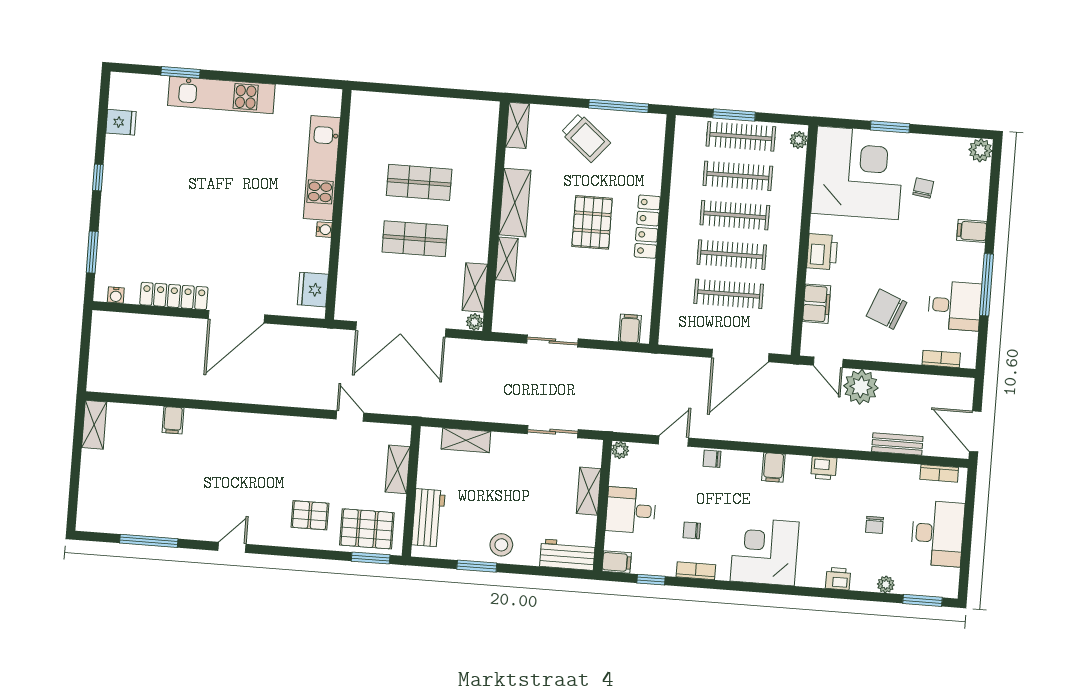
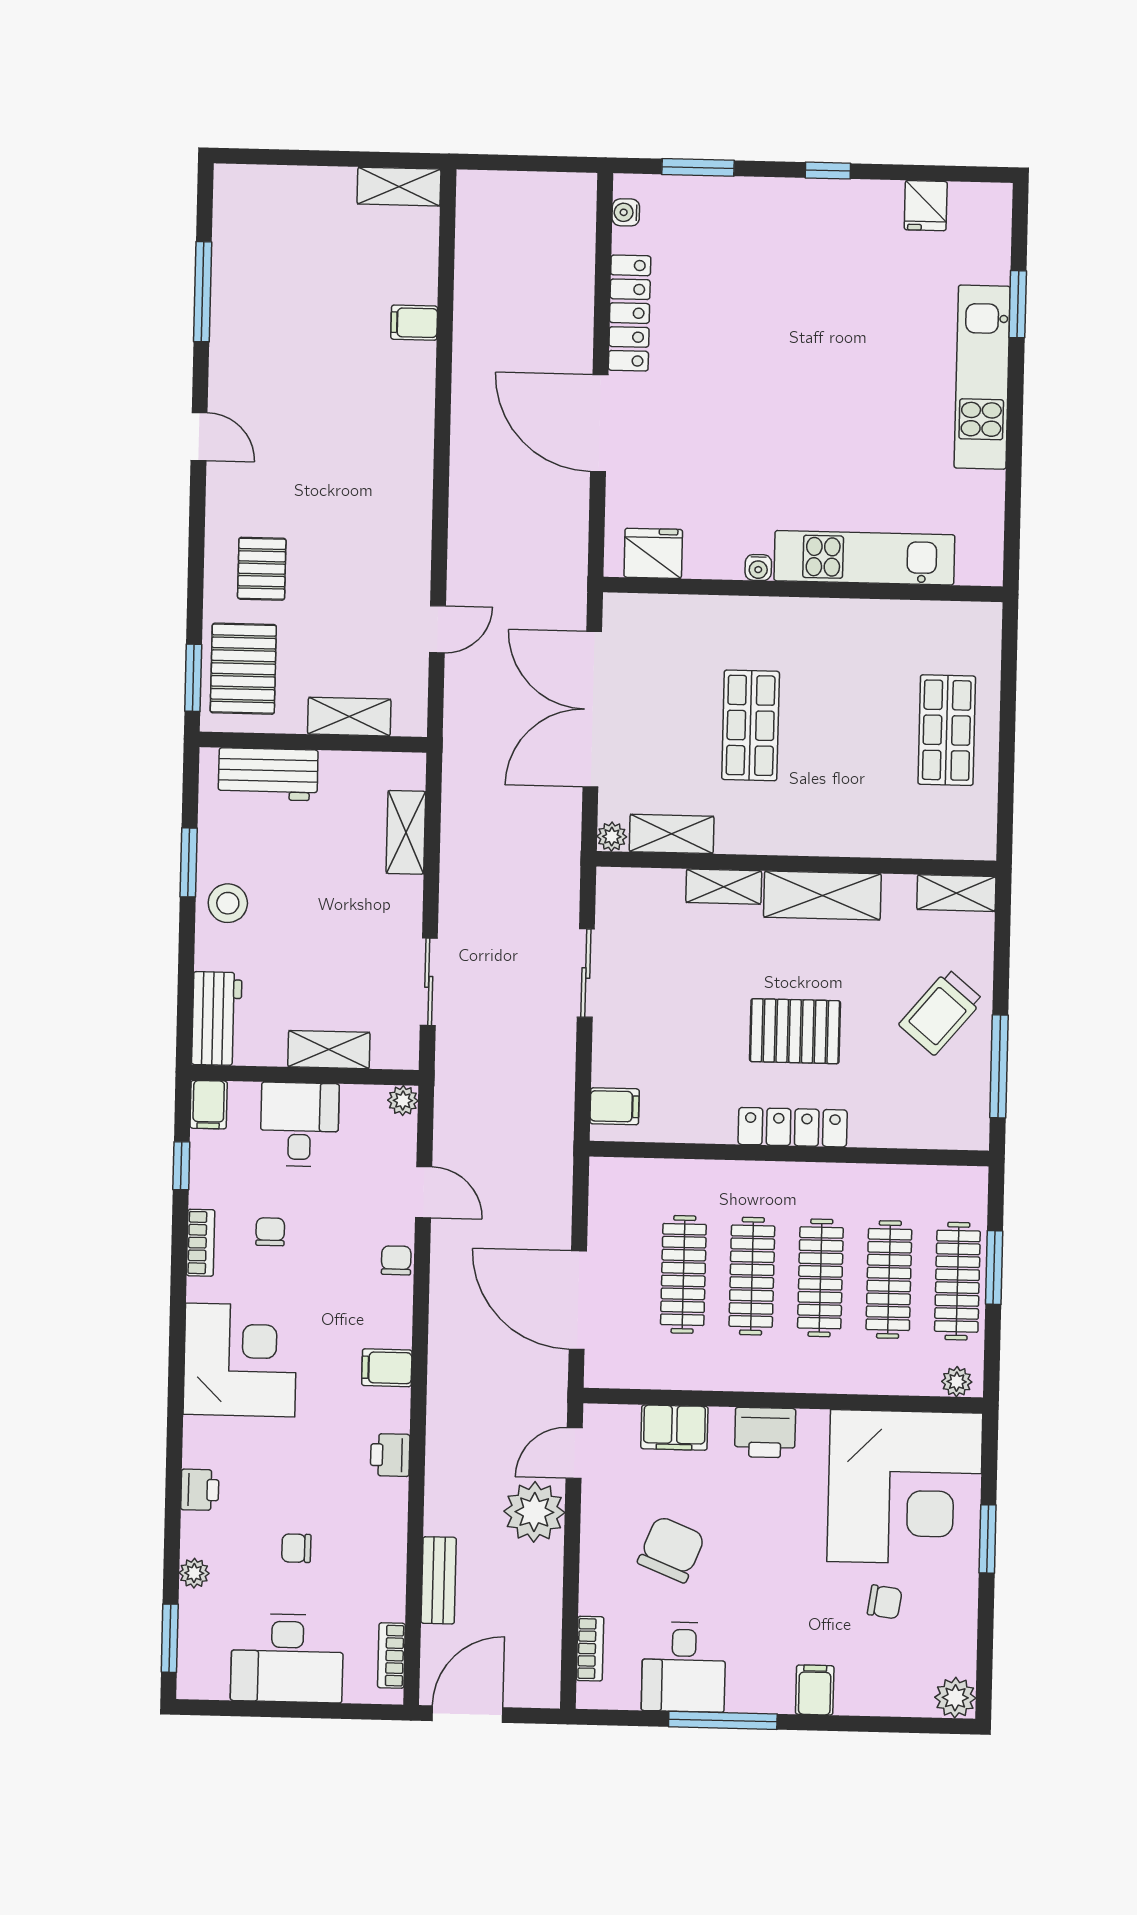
shop shelf: (419, 182) -> (947, 730), moved

